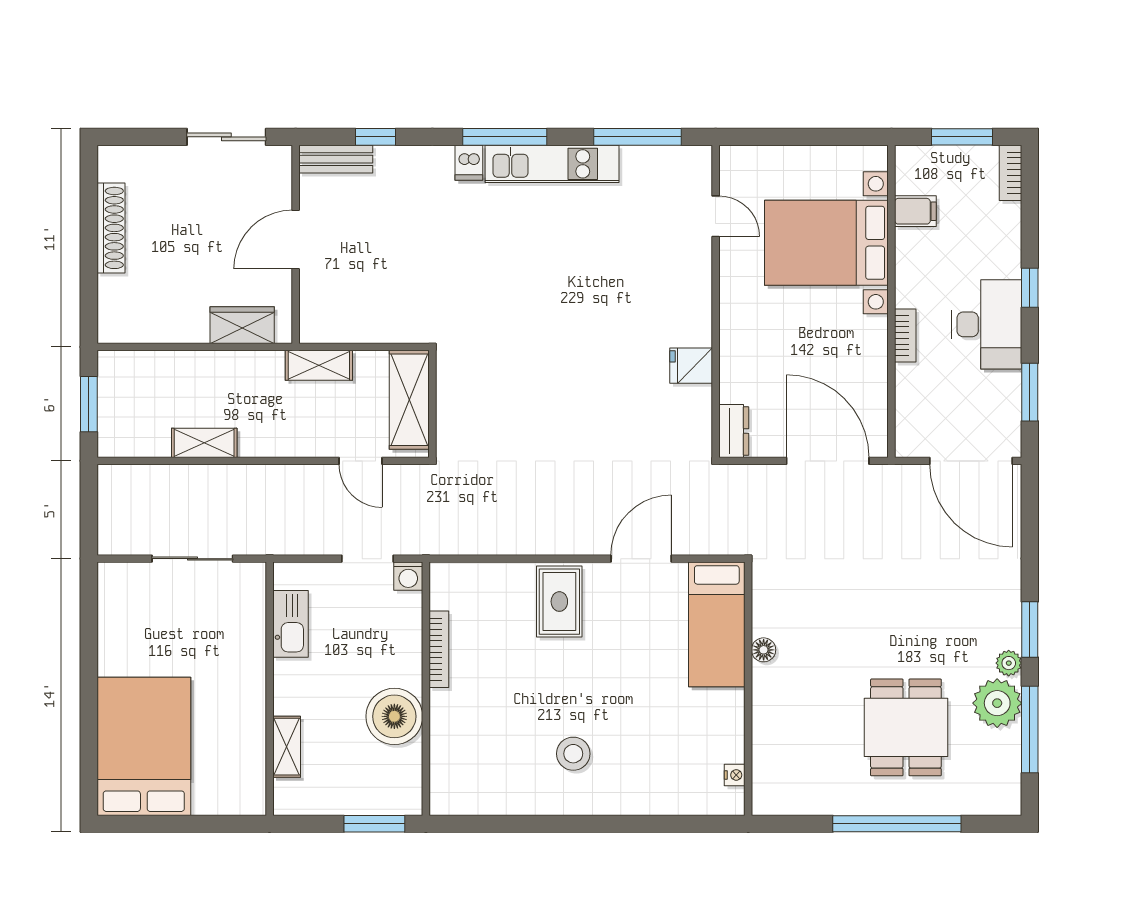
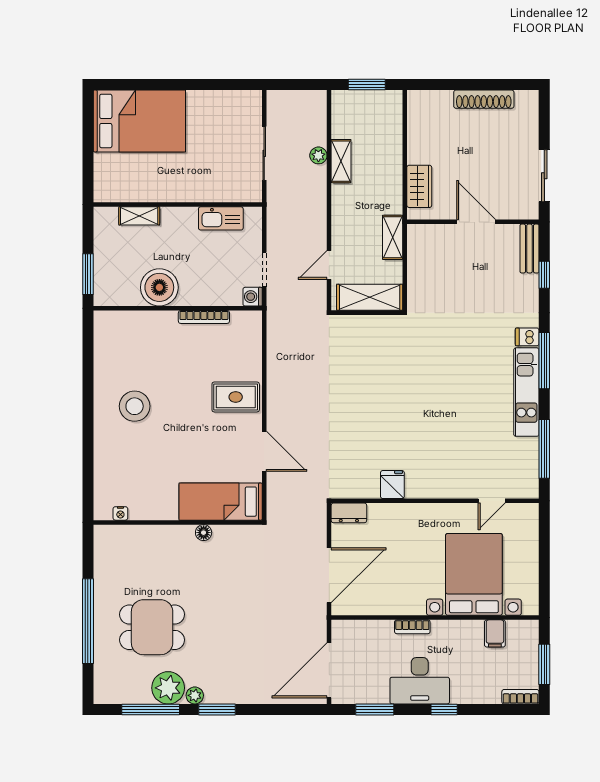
plant: (196, 477) -> (318, 155), added
stool: (573, 754) -> (135, 406), width x1.38, depth x1.38

